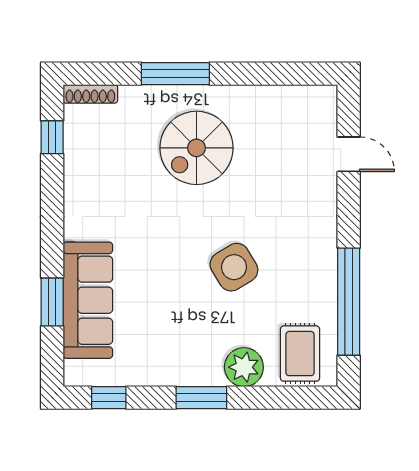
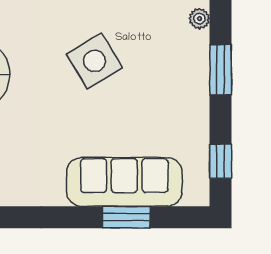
side table: (234, 267) -> (94, 61), moved
plant: (244, 367) -> (199, 19), width x0.53, depth x0.53

